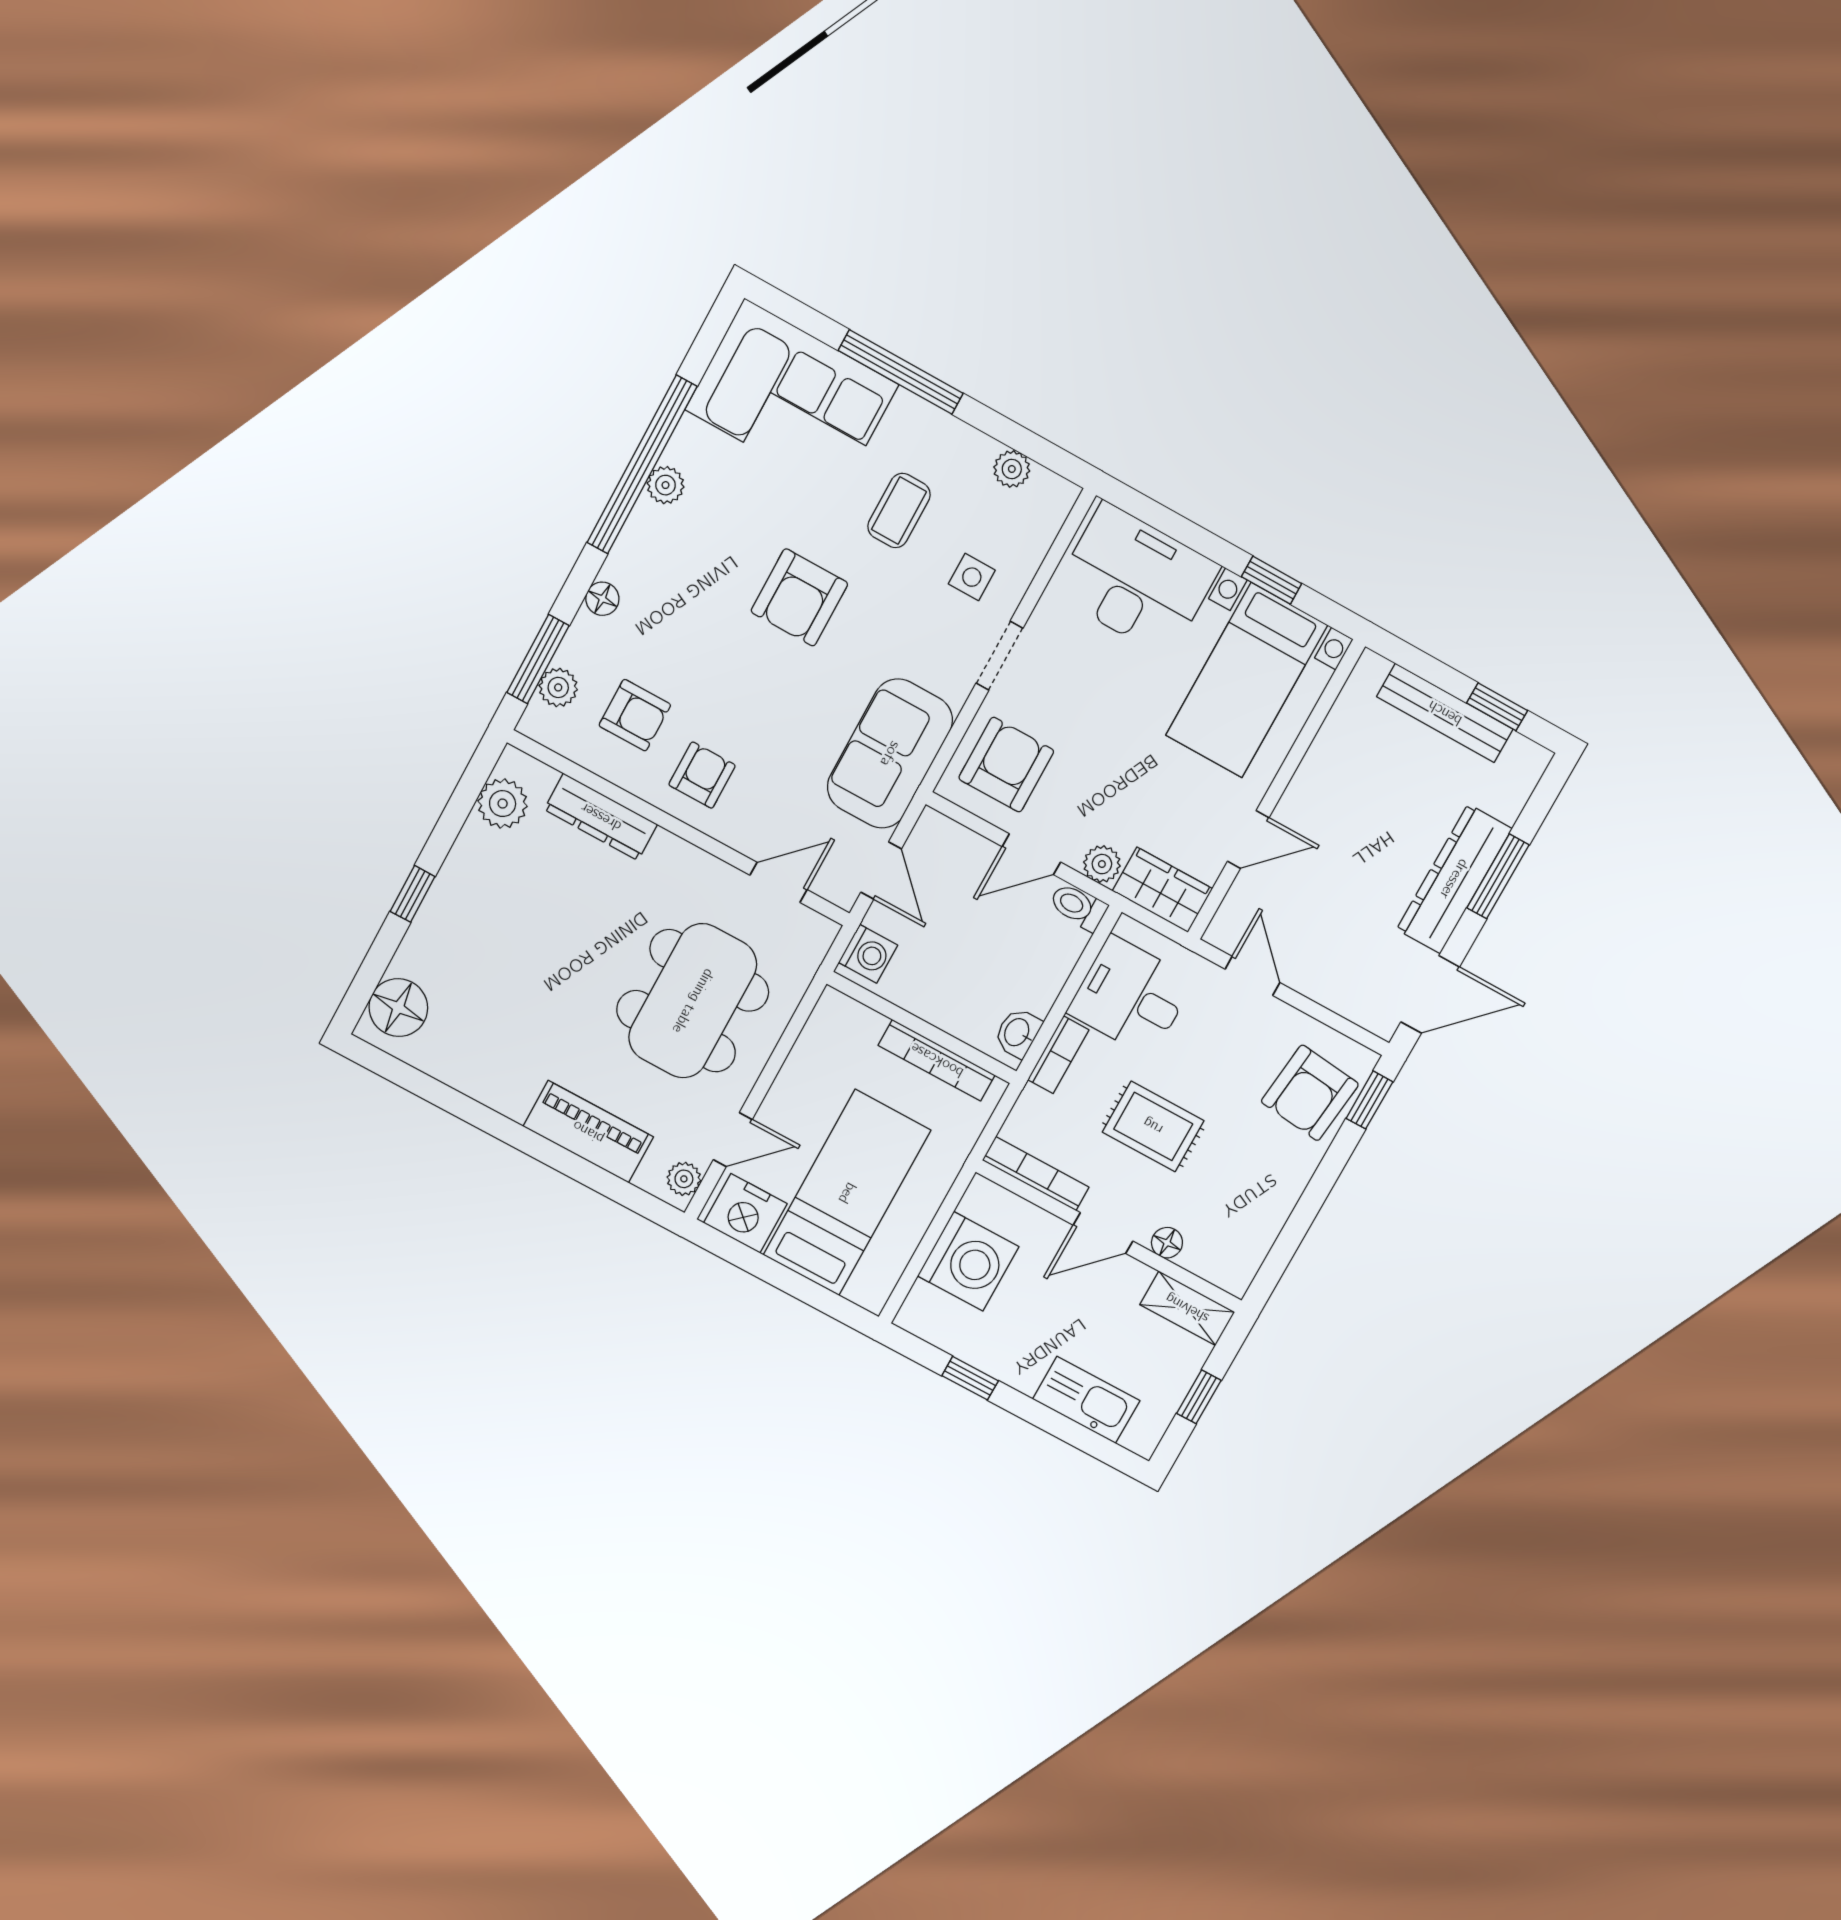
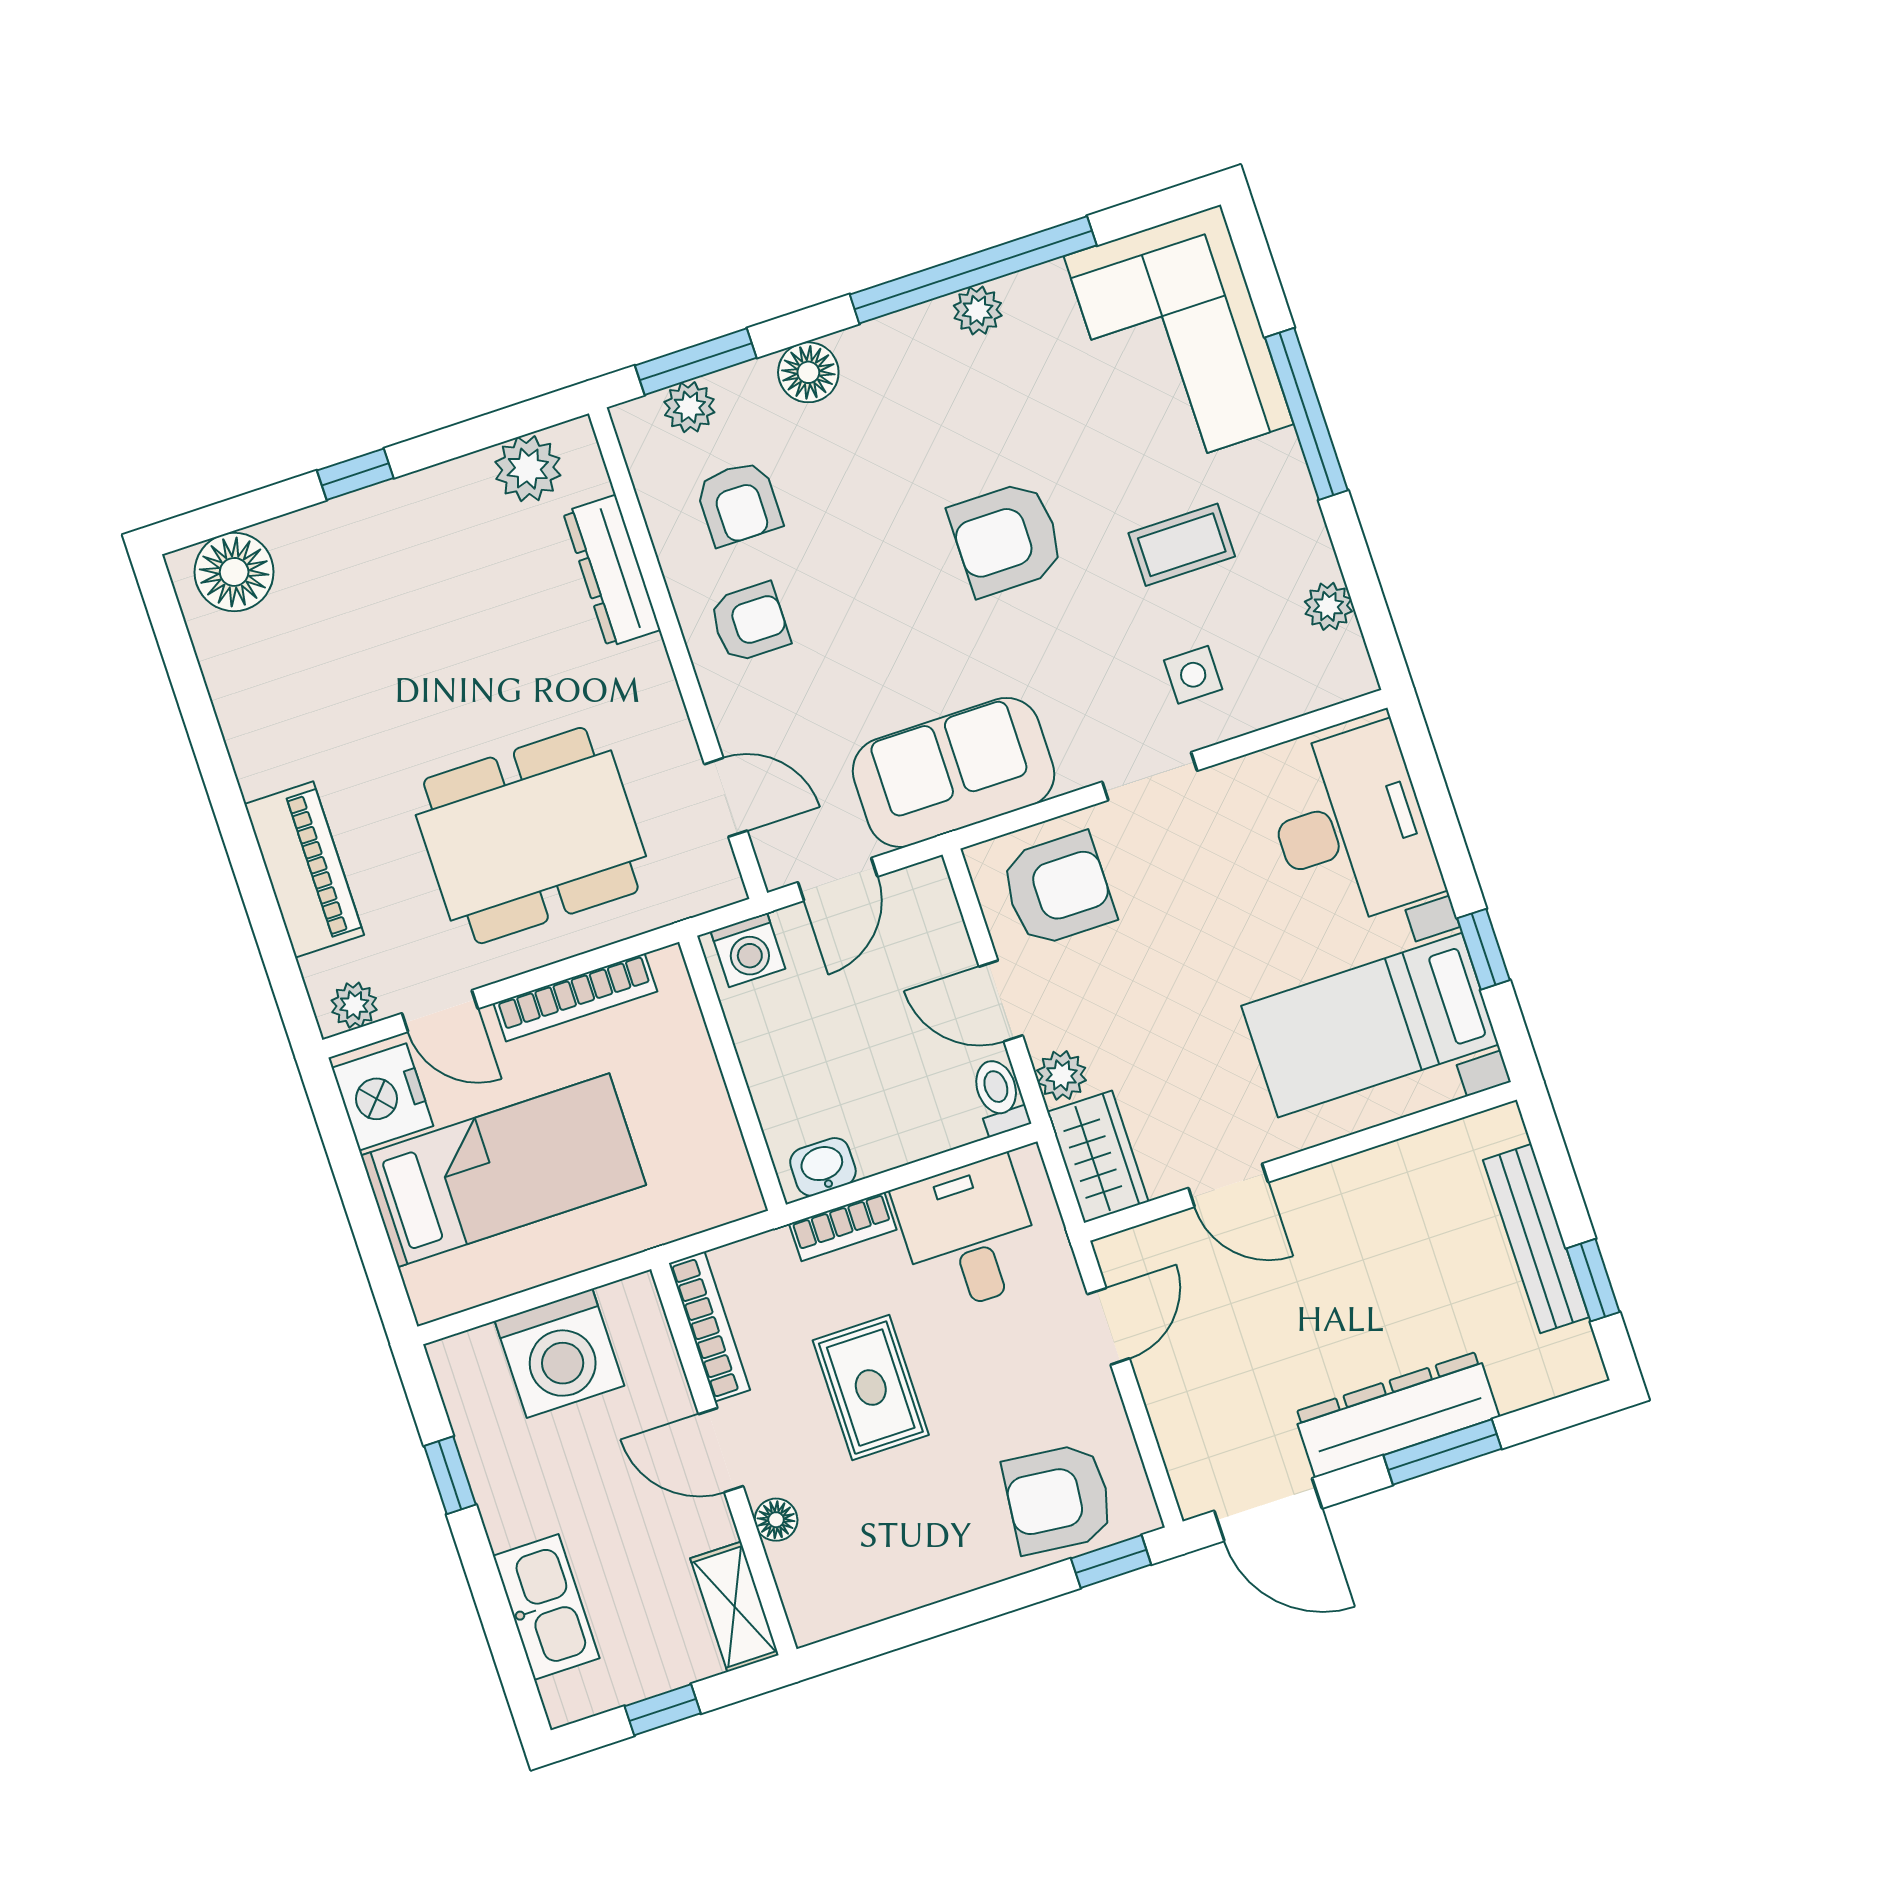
floor lamp: (602, 599) -> (808, 372), width x1.37, depth x1.37
bookcase: (937, 1060) -> (575, 997), moved, turned -90

